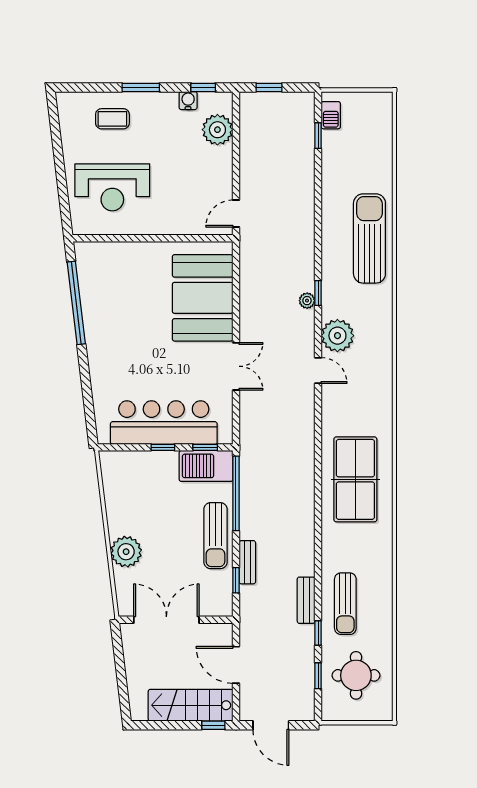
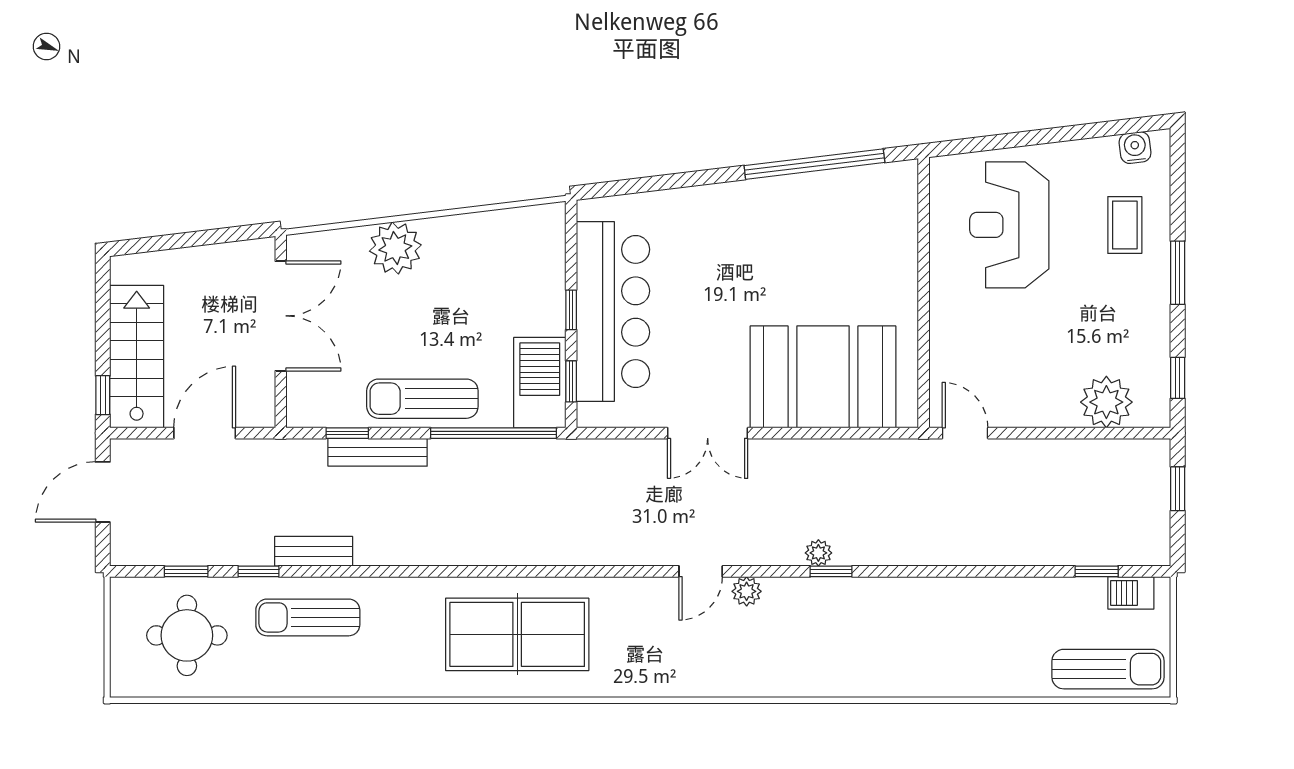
water cooler: (188, 101) -> (1135, 148), moved, turned -97
sun lounger: (369, 238) -> (1108, 669), moved, width x0.73, depth x0.75
plant: (337, 336) -> (747, 591), width x0.53, depth x0.53
bench: (247, 562) -> (378, 452), width x1.36

